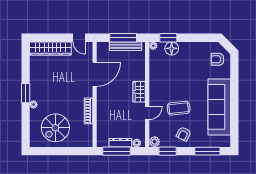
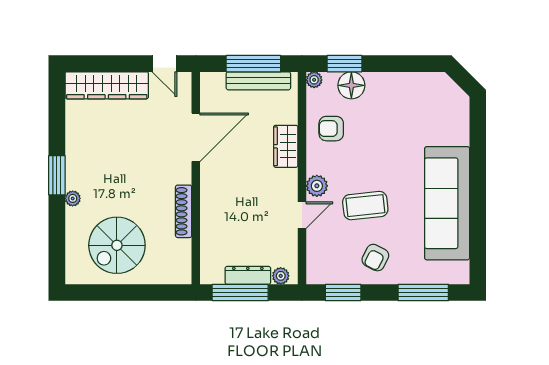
armchair: (217, 59) -> (331, 129), moved
wardrobe: (139, 92) -> (286, 146), moved
plant: (155, 142) -> (317, 186), moved

